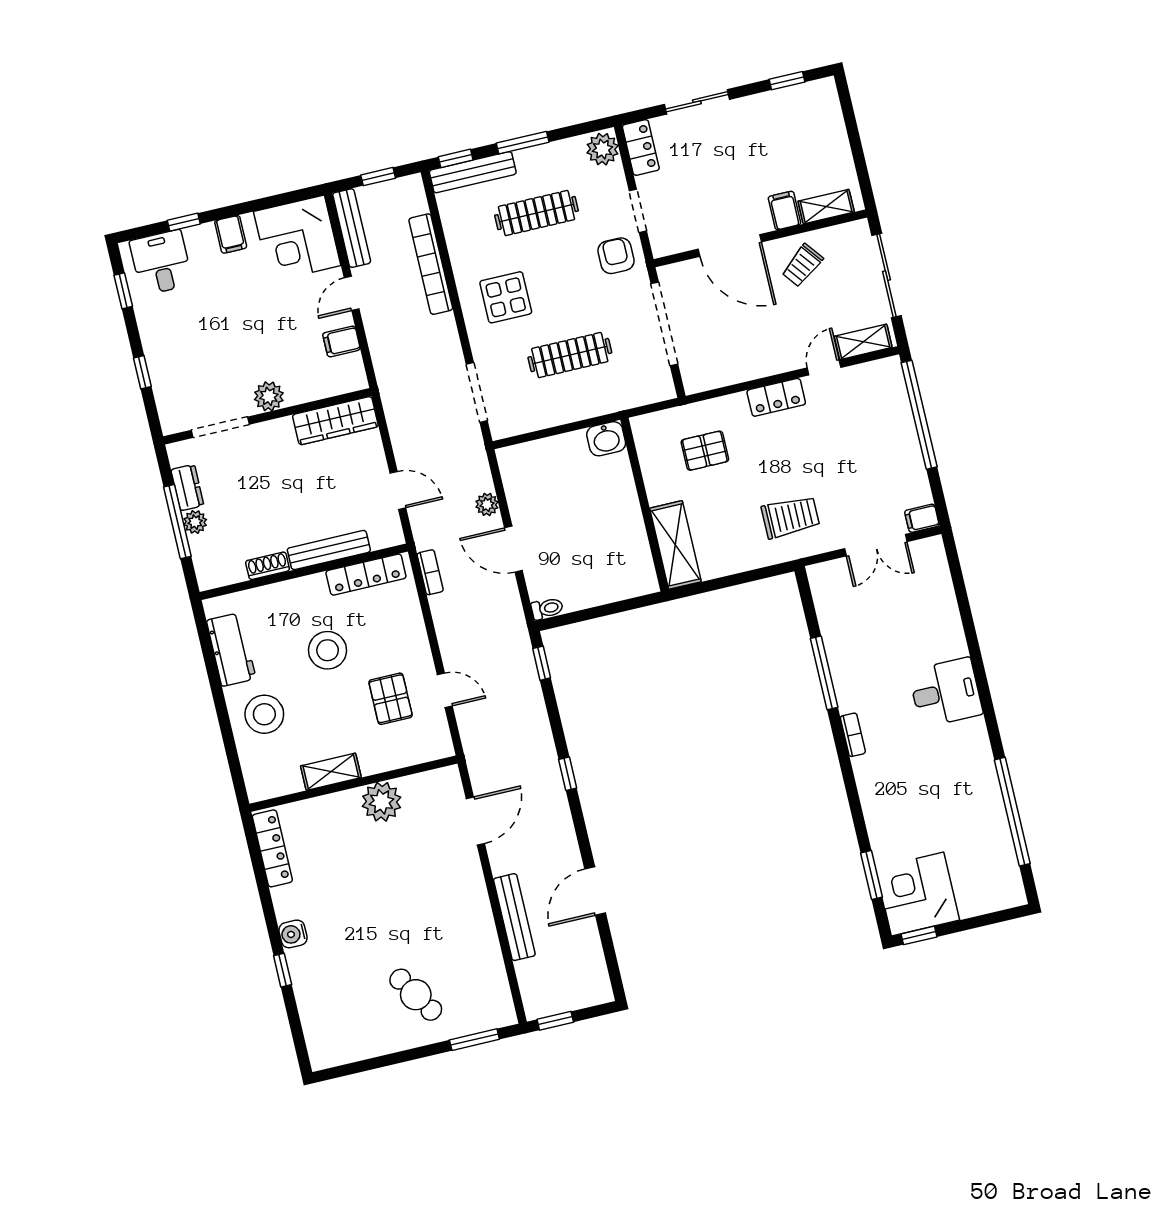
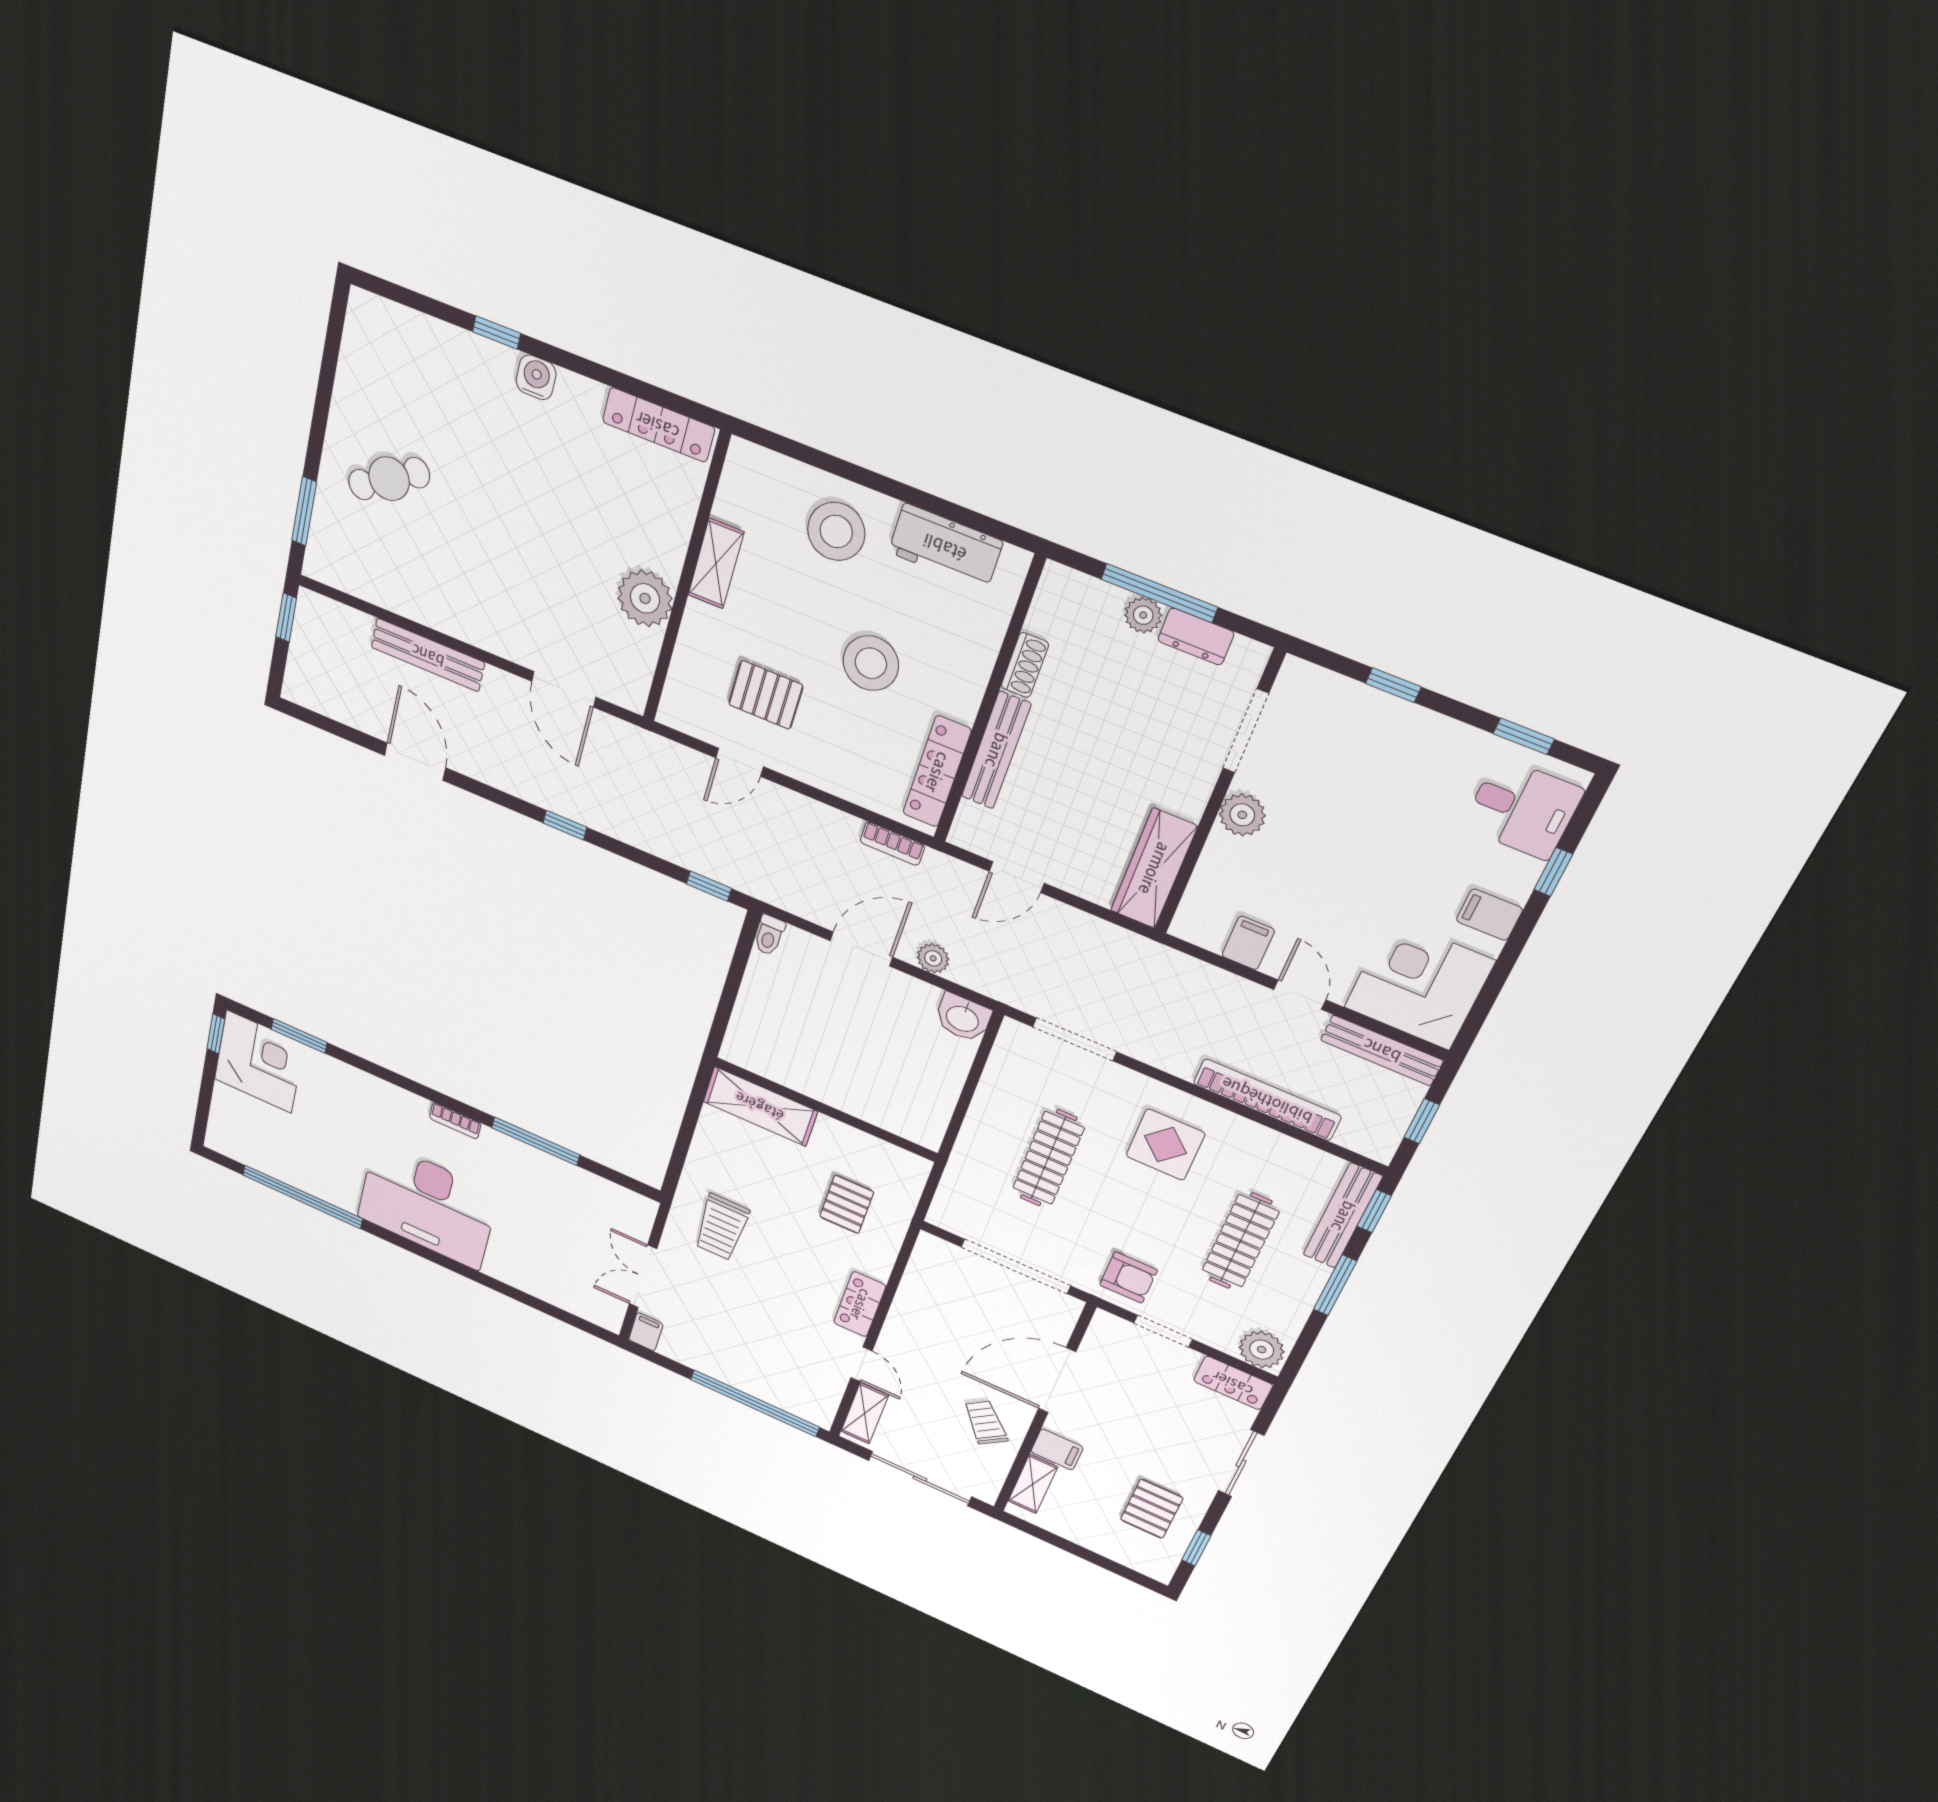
pallet: (780, 126) -> (1152, 1509), added
washbasin: (606, 439) -> (963, 1018), moved, turned -90
desk: (946, 692) -> (427, 1205), width x1.87, depth x1.30

